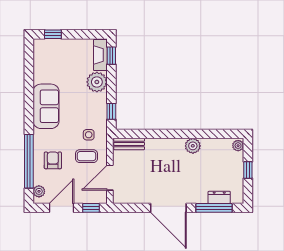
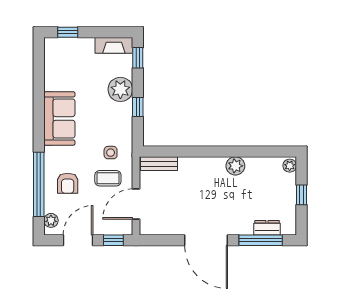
fireplace: (100, 55) -> (114, 45), moved, turned -90
window: (111, 111) -> (138, 107), moved
armchair: (53, 160) -> (68, 183), turned 180

